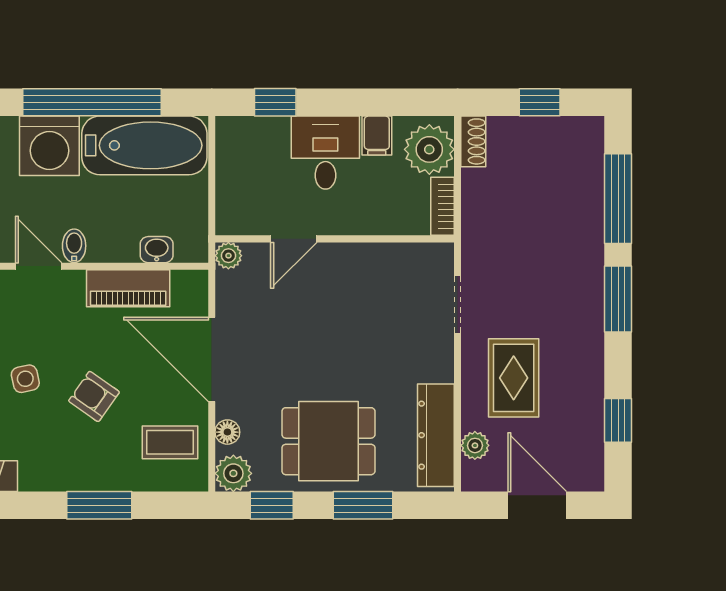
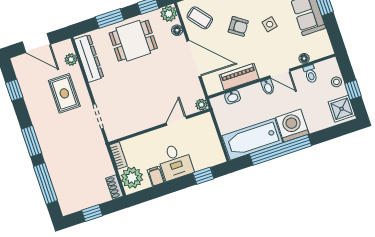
coffee table: (170, 442) -> (200, 18), turned 51

